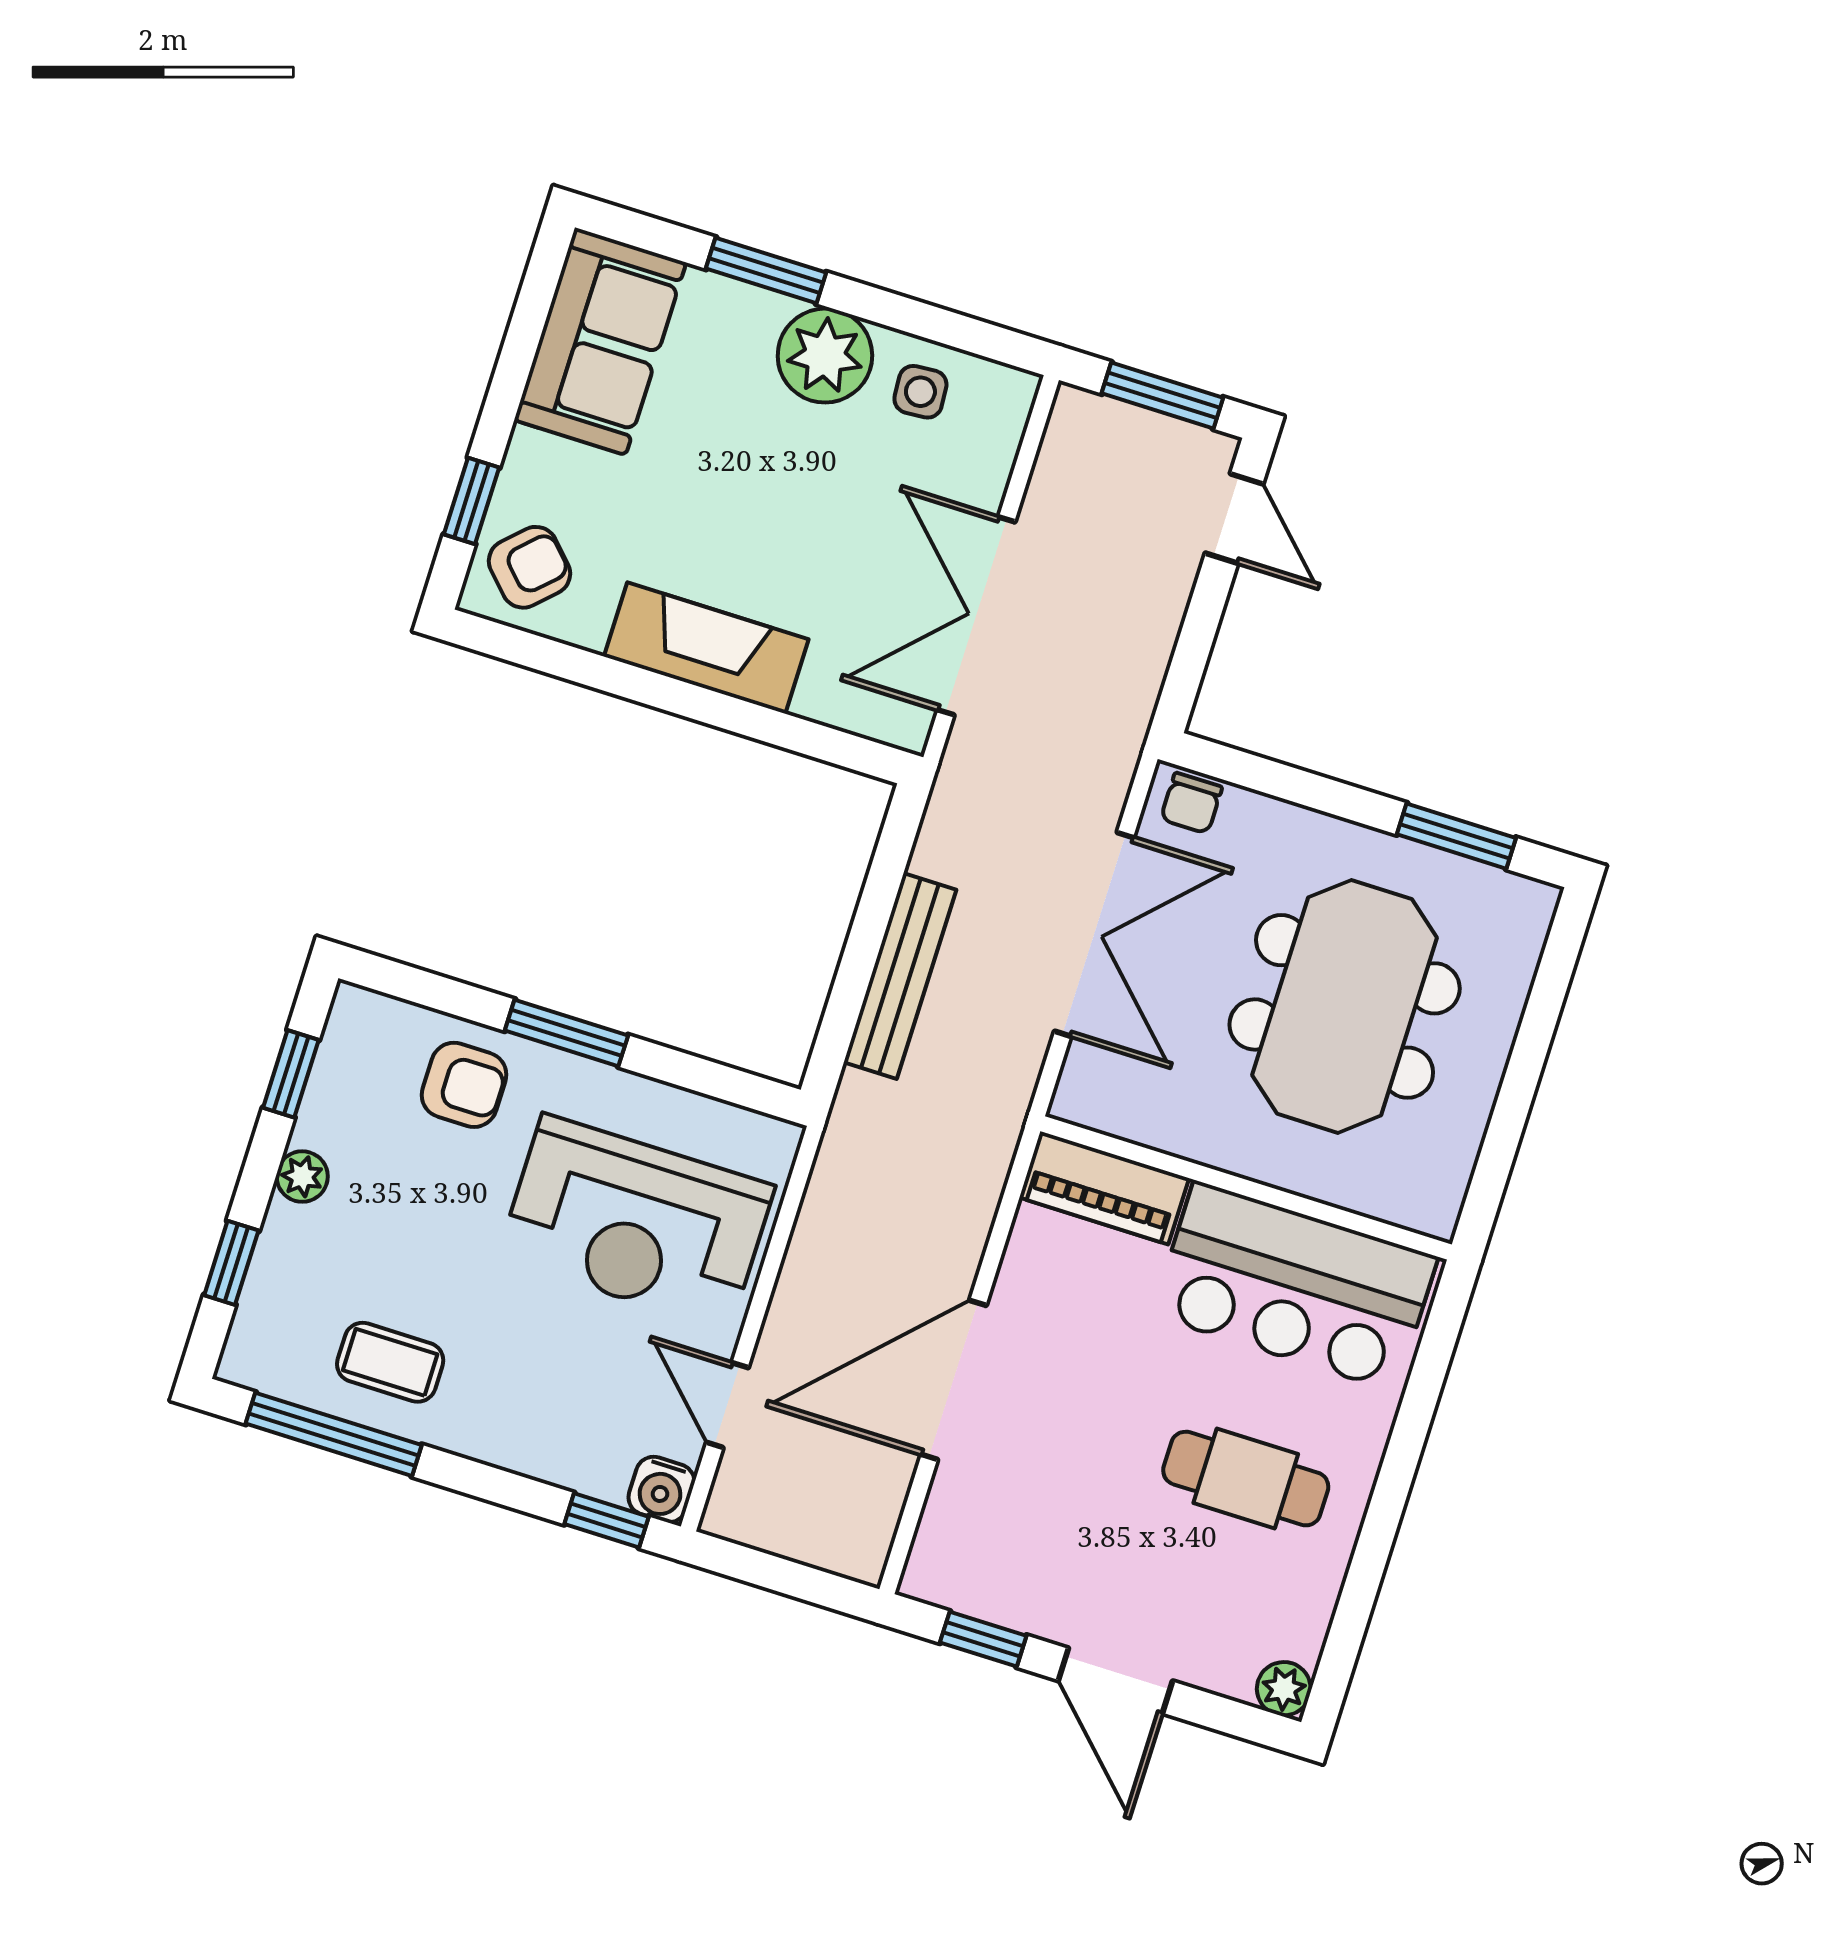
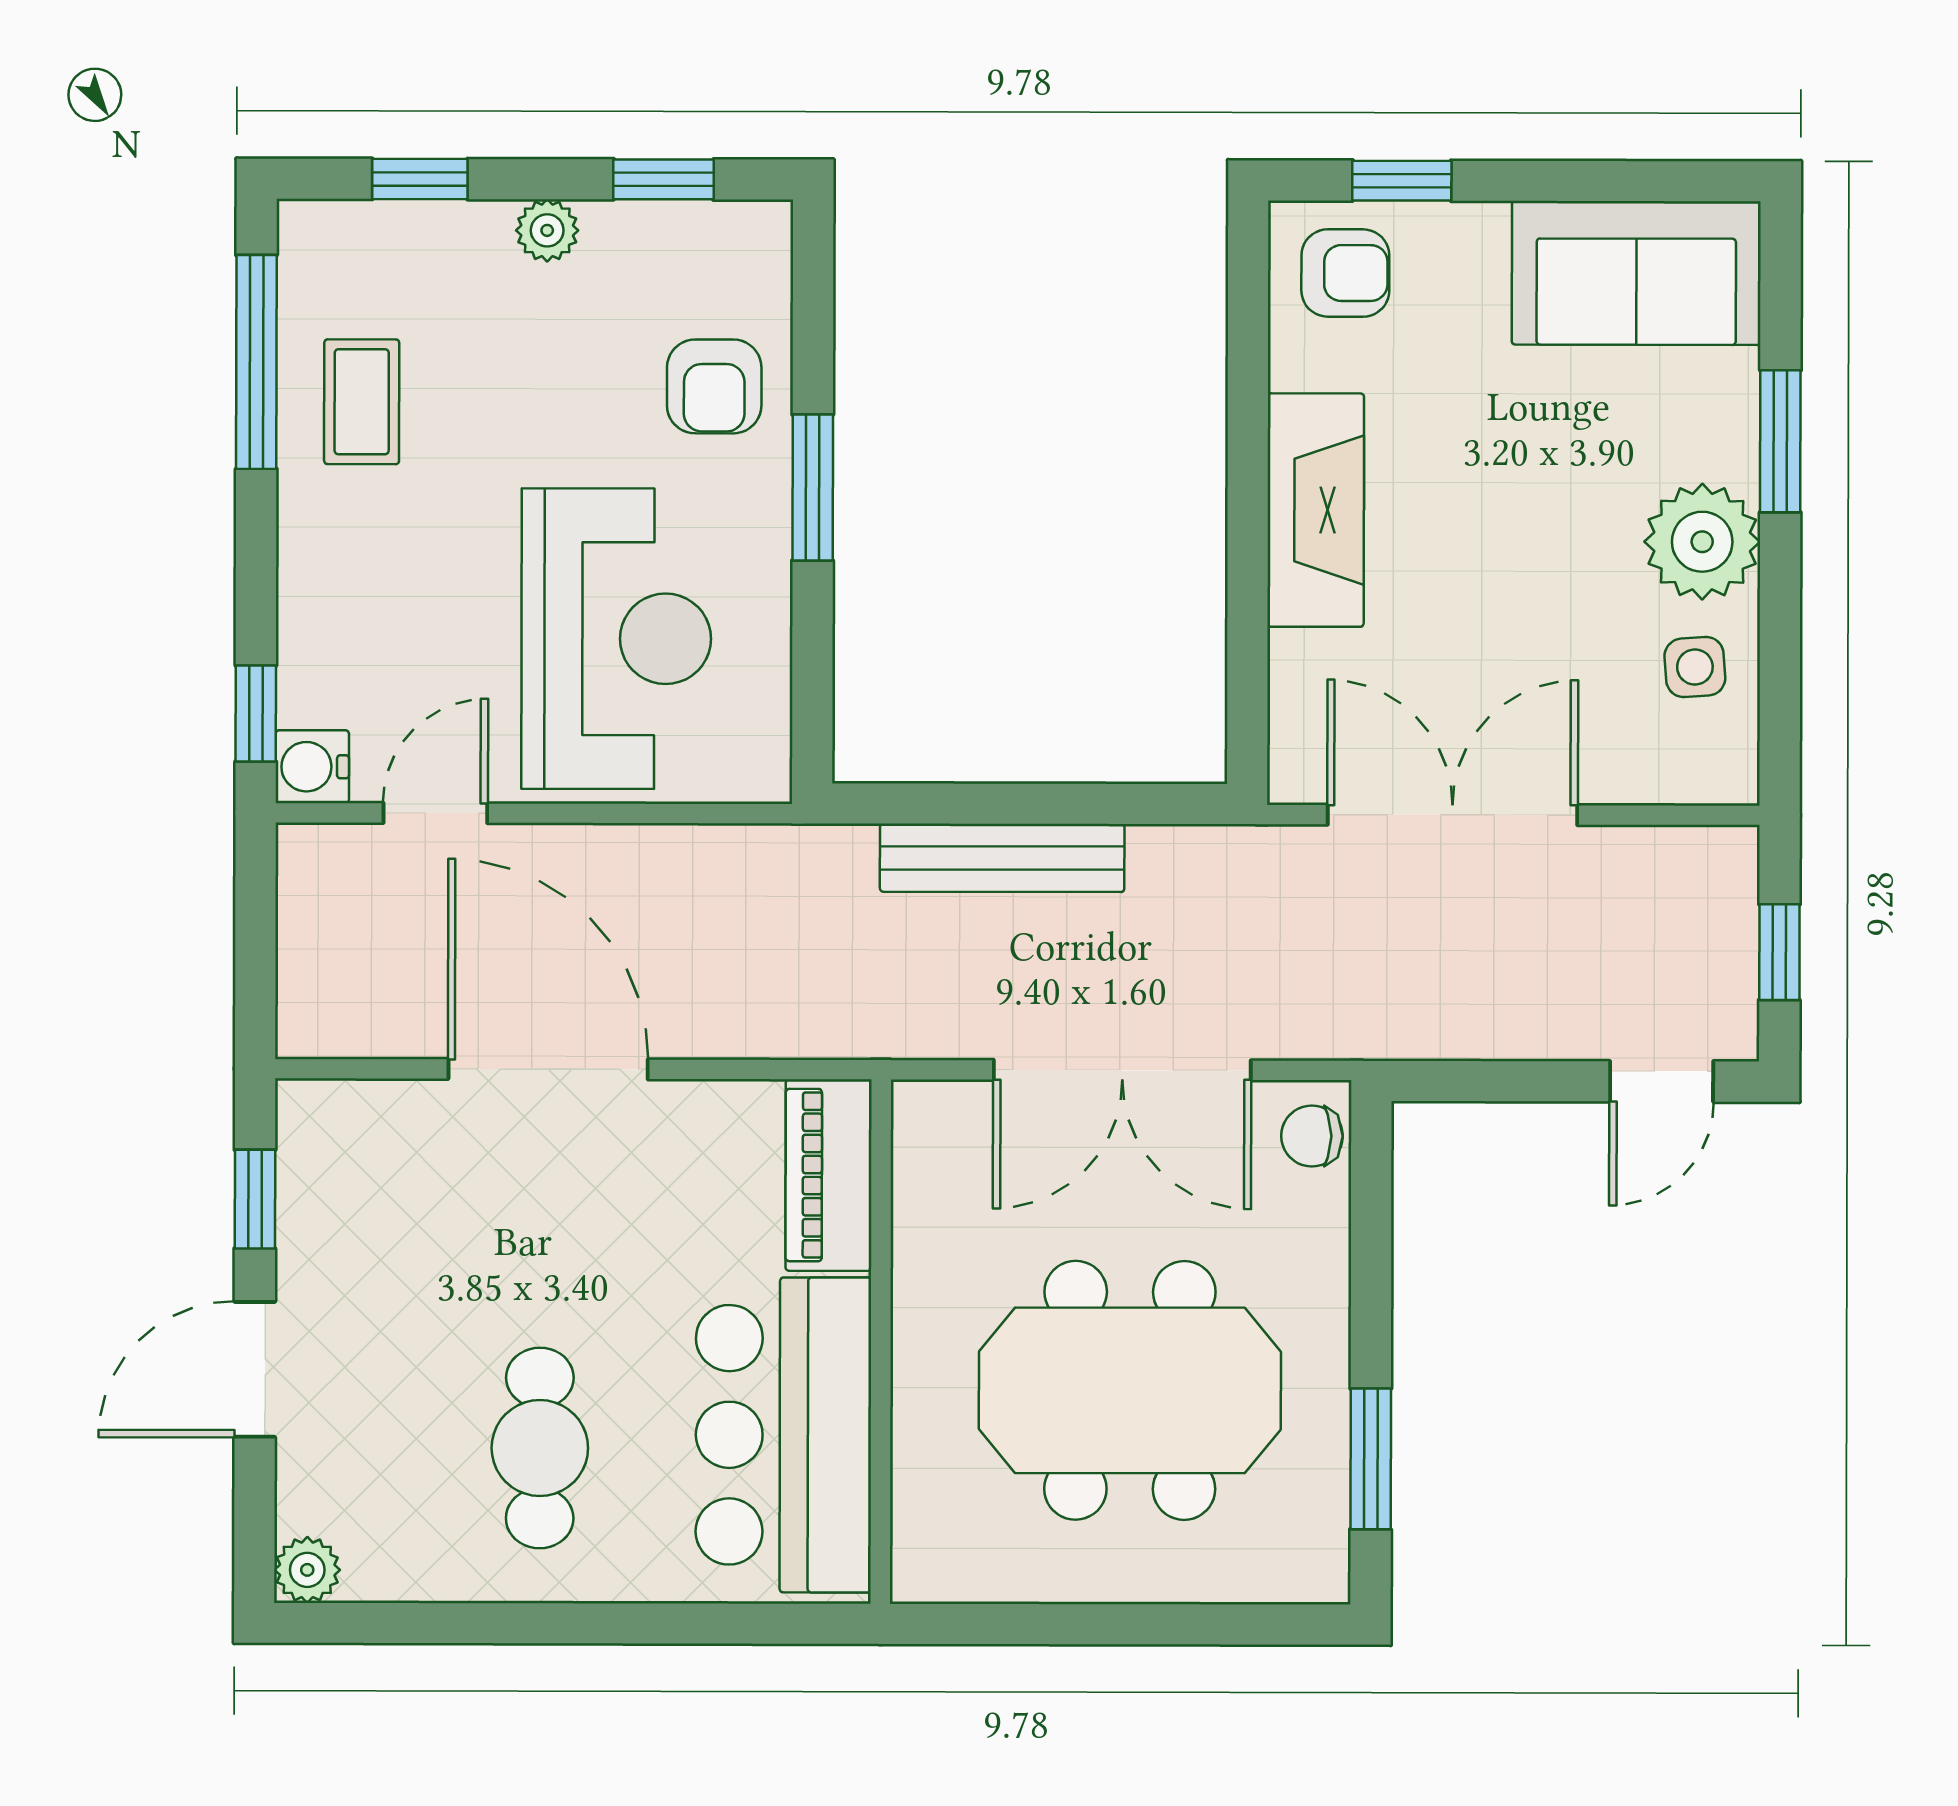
window: (1162, 395) -> (1779, 952), width x0.67
armchair: (530, 567) -> (1345, 273), turned -46
reception desk: (636, 1222) -> (616, 639), turned 180

